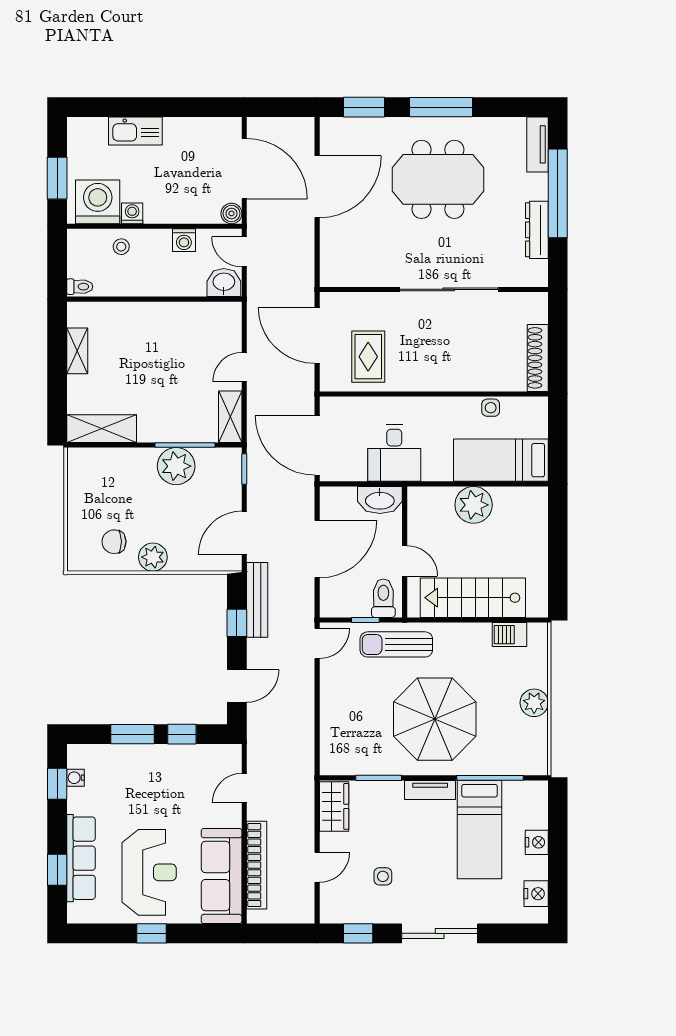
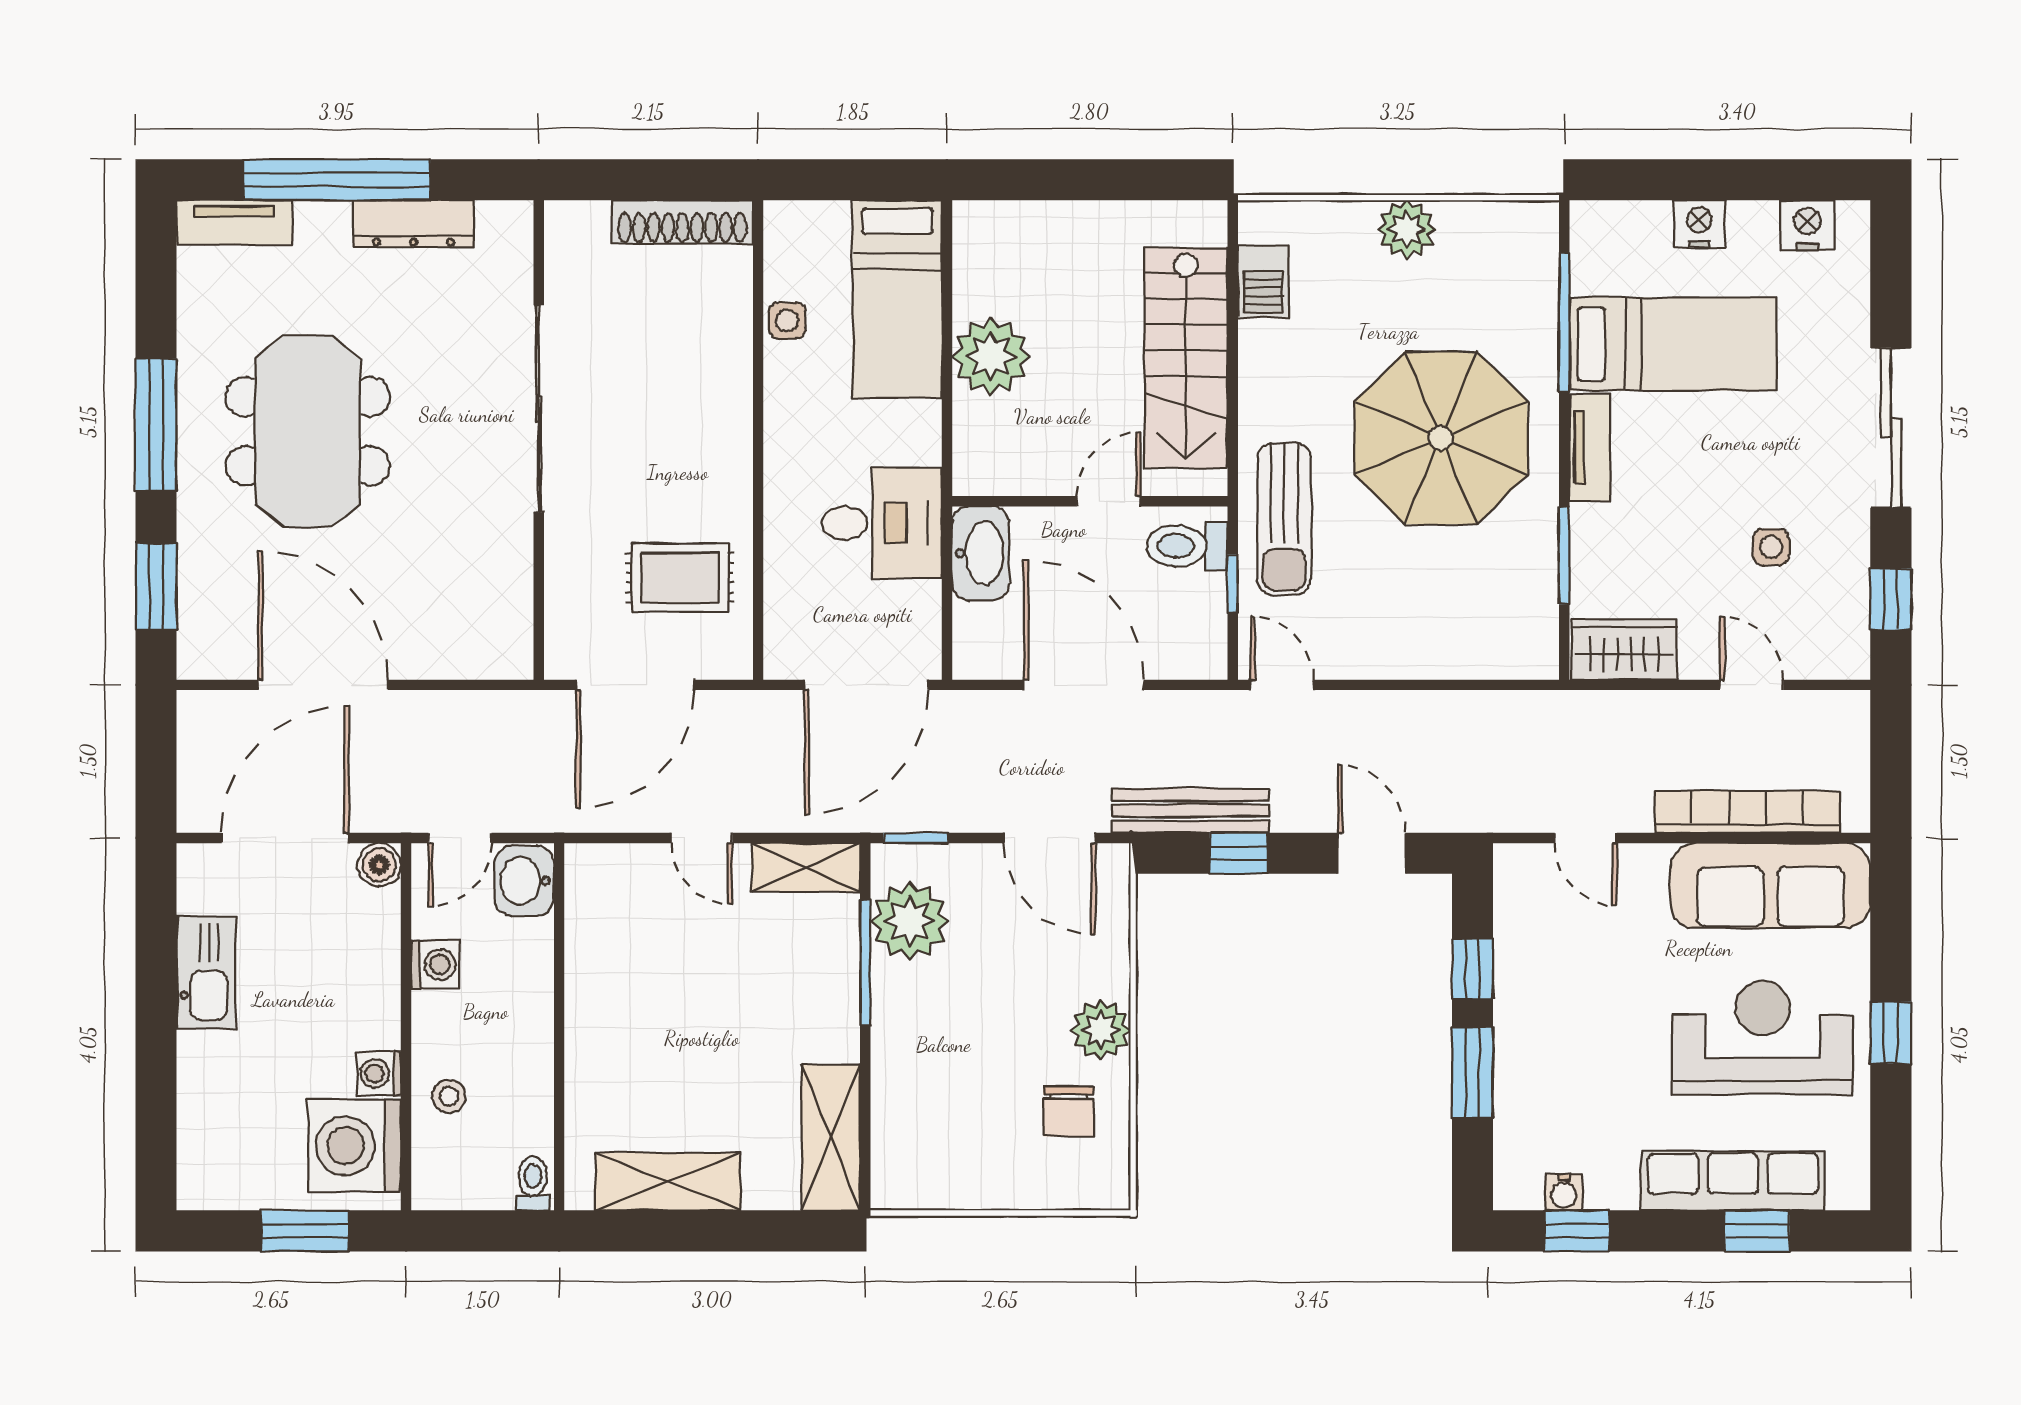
kitchen sink: (135, 131) -> (206, 973), moved
shelving: (77, 351) -> (668, 1181), width x1.50, depth x1.33
plant: (176, 466) -> (910, 921), moved

